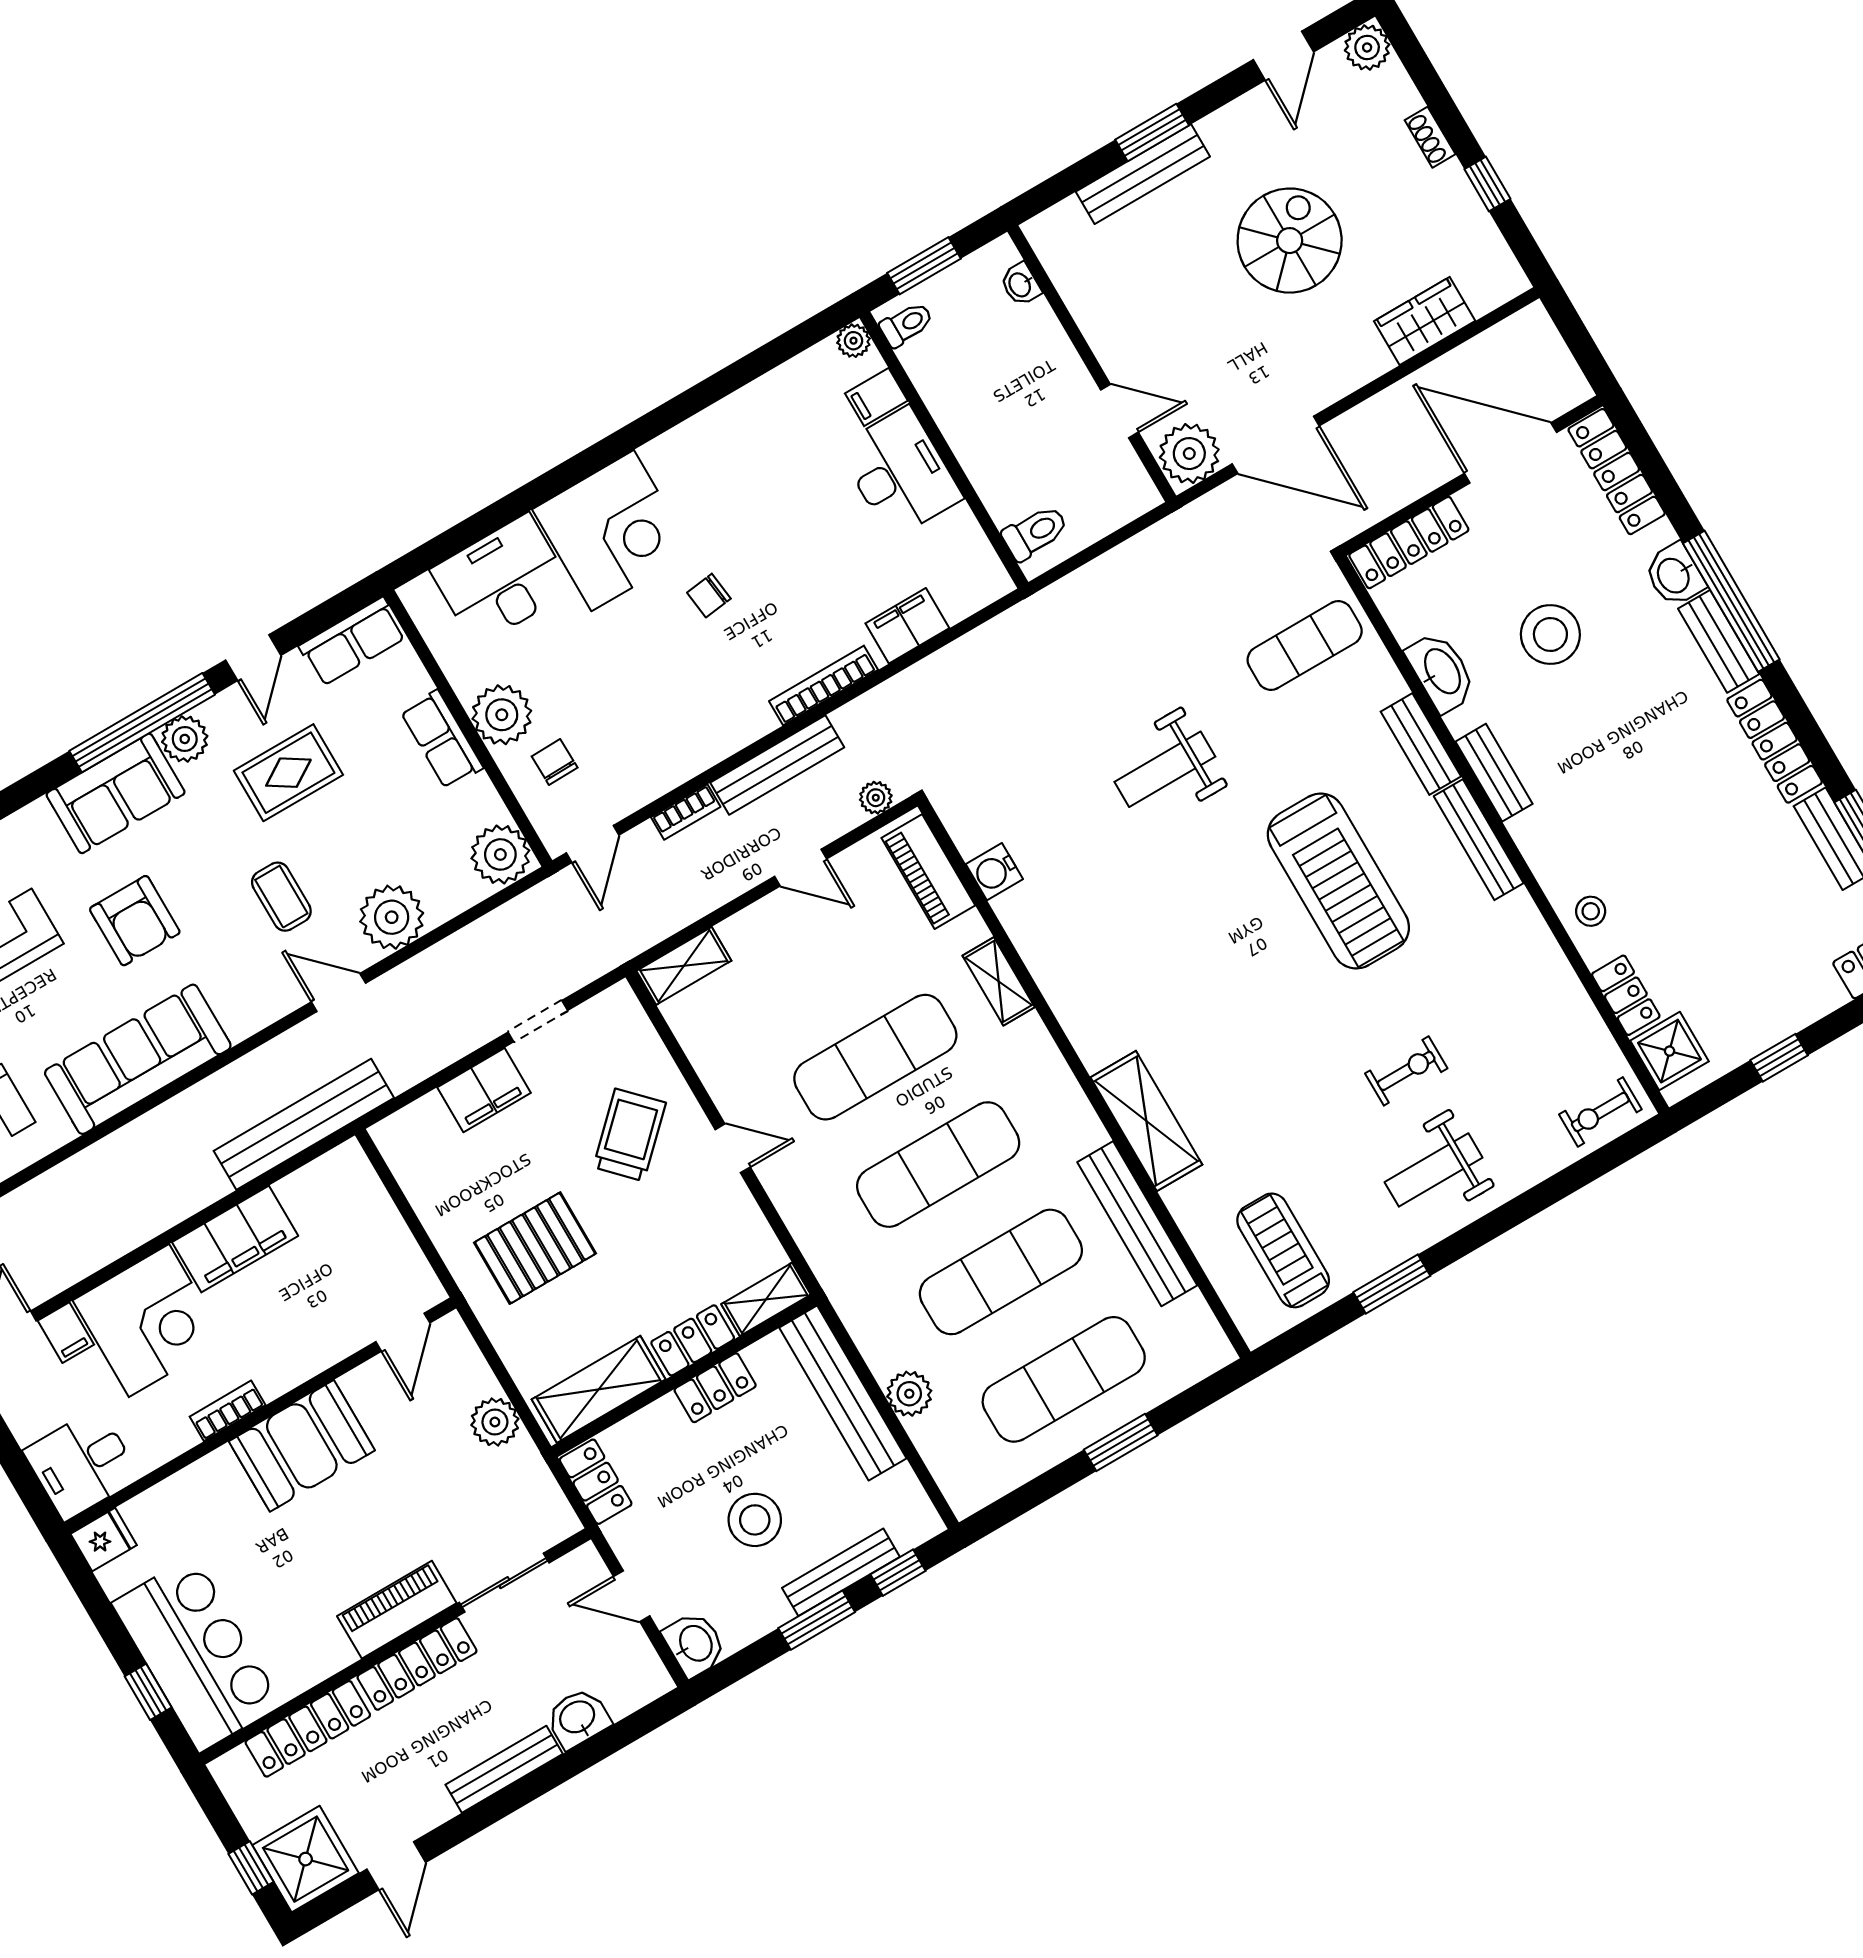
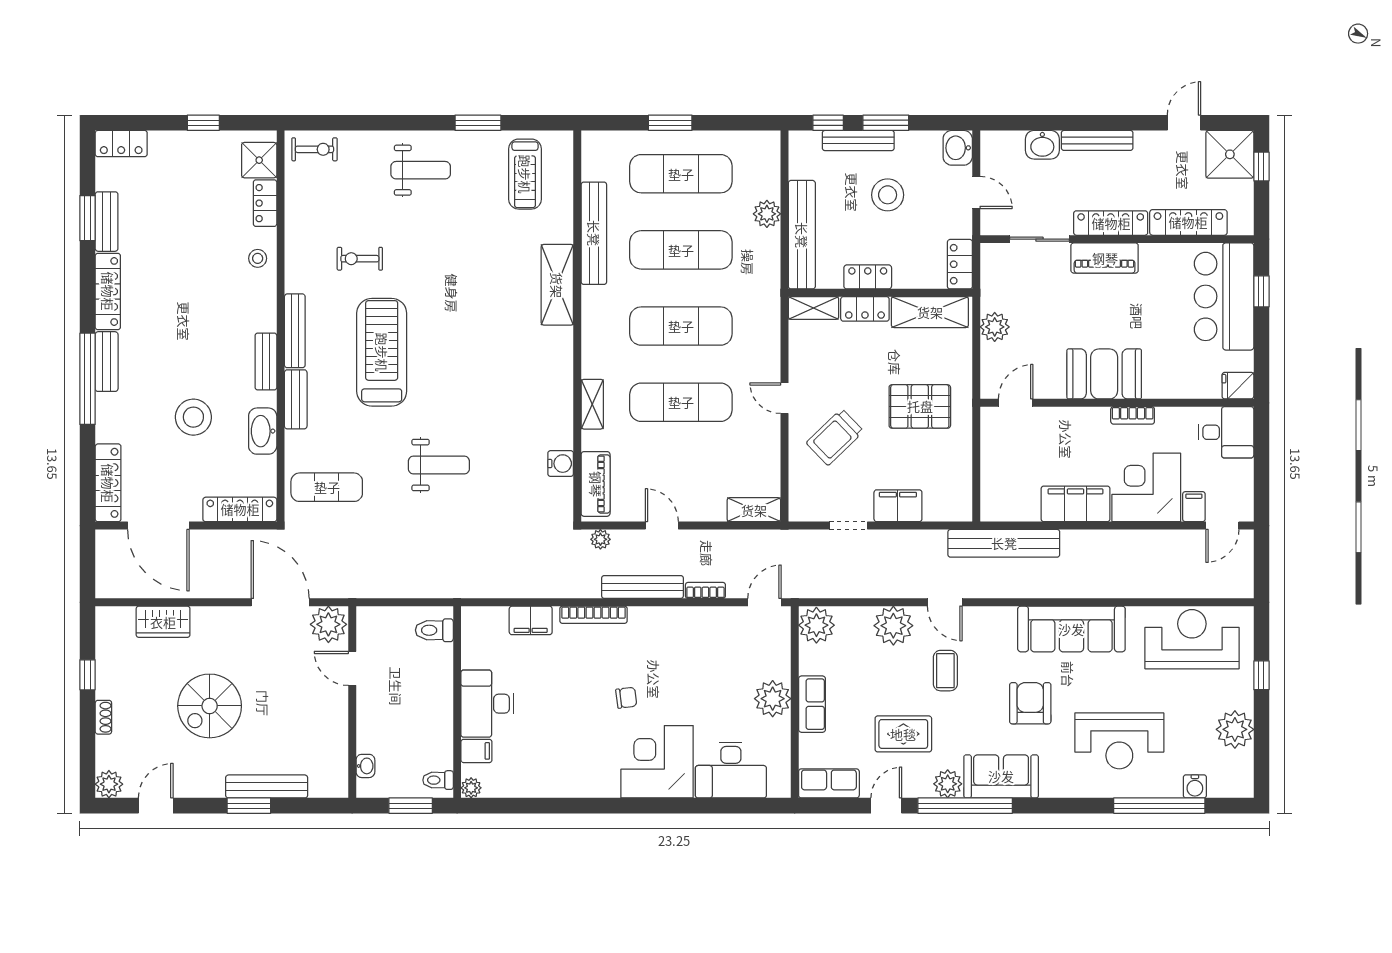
washbasin: (1674, 575) -> (109, 410), removed
chair: (555, 762) -> (759, 657), removed
exercise bike: (1406, 1071) -> (360, 259), moved

